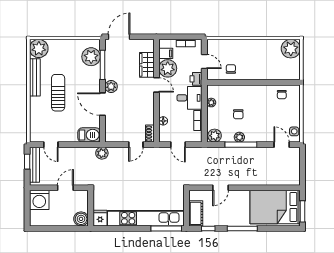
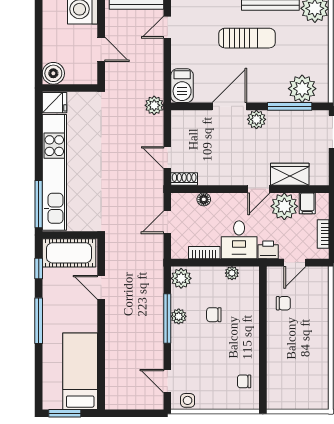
plant: (291, 49) -> (315, 395), removed
door: (282, 145) -> (167, 381), swing flipped
bed: (275, 207) -> (80, 371), width x0.67
cot: (196, 213) -> (69, 253), width x1.37, depth x1.34

